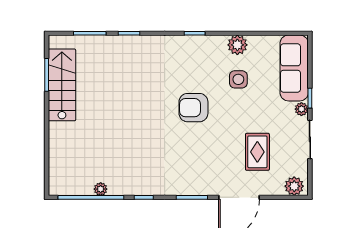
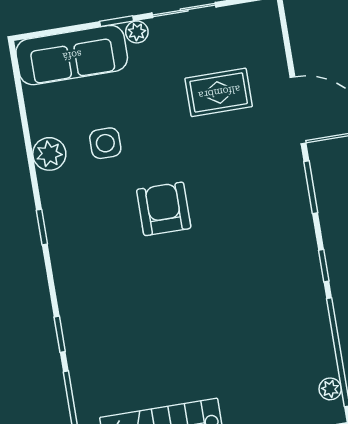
armchair: (193, 108) -> (164, 209), turned 180
plant: (294, 186) -> (265, 23), removed
plant: (101, 189) -> (330, 389), moved

